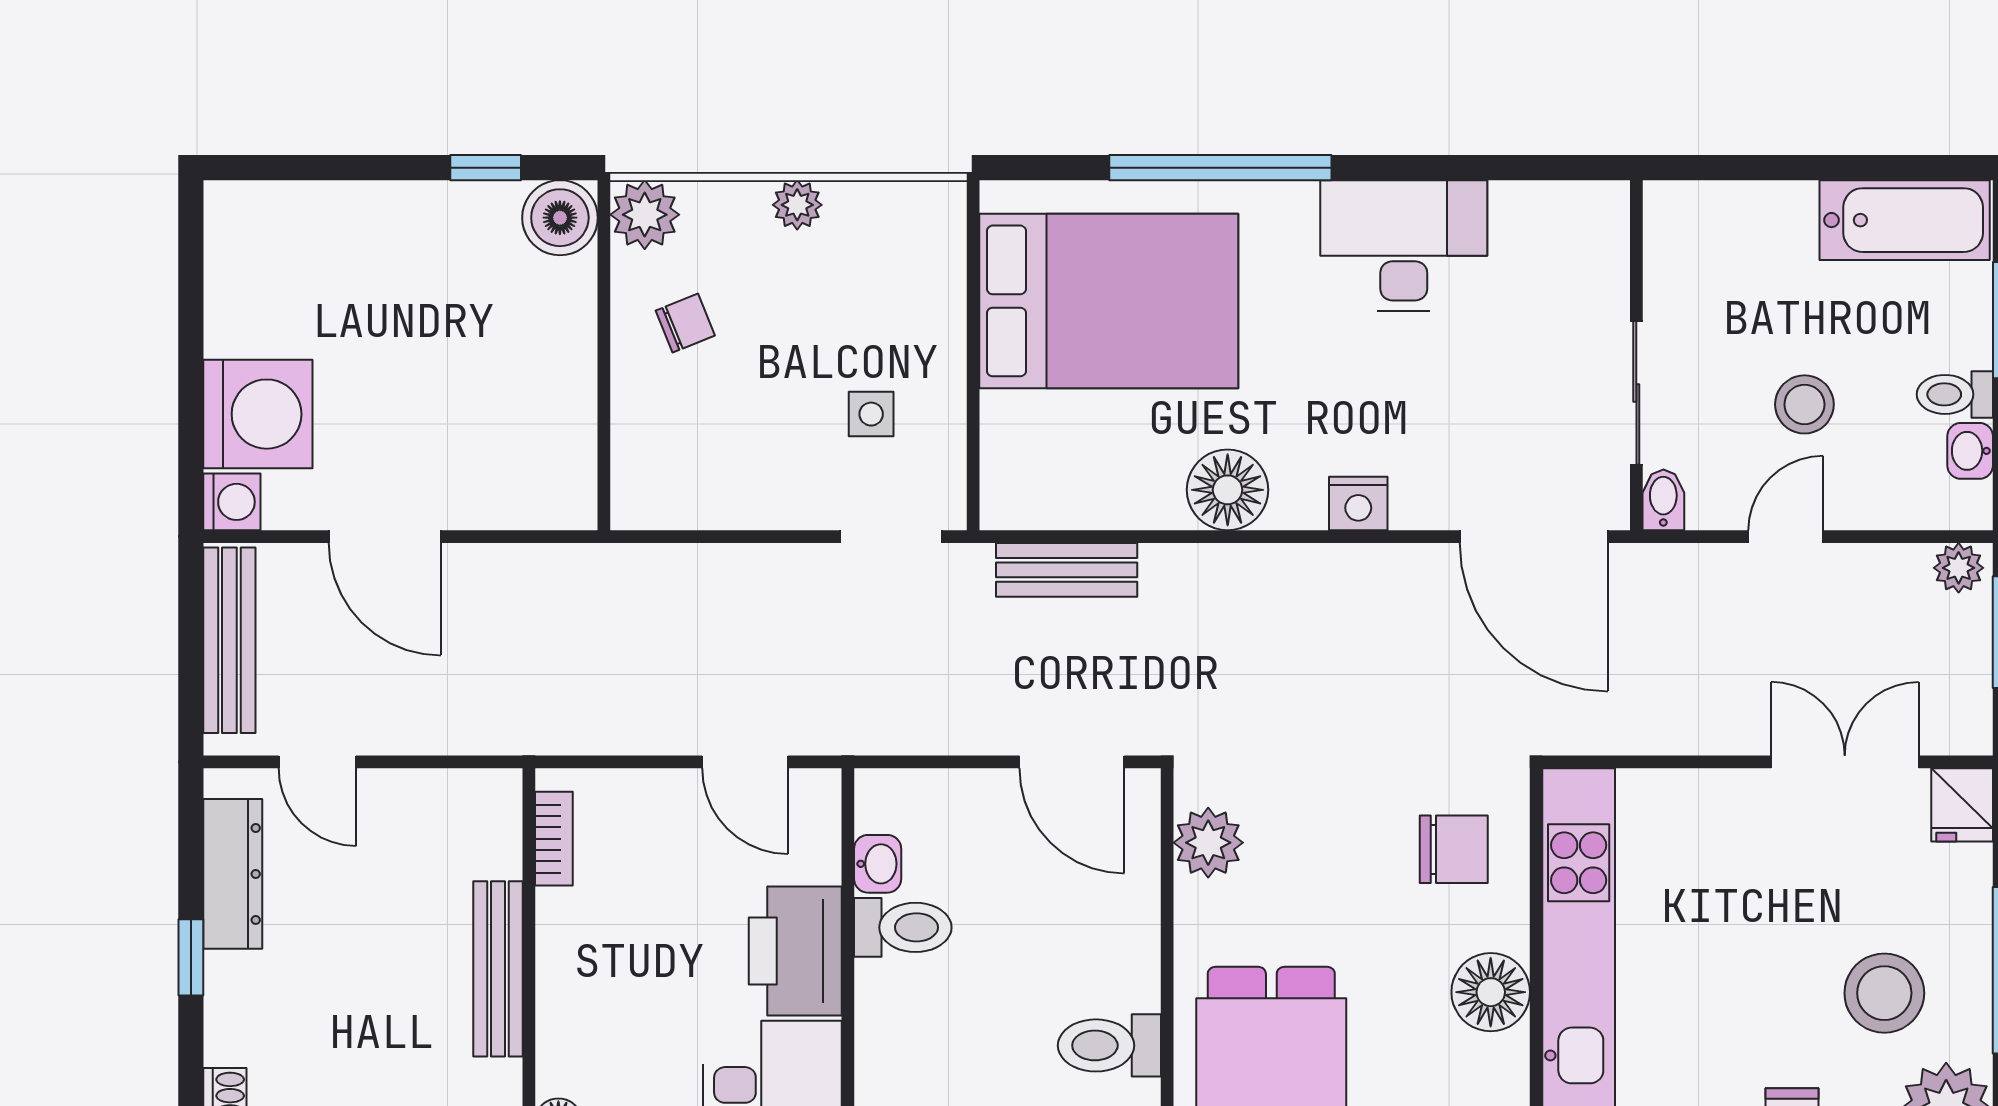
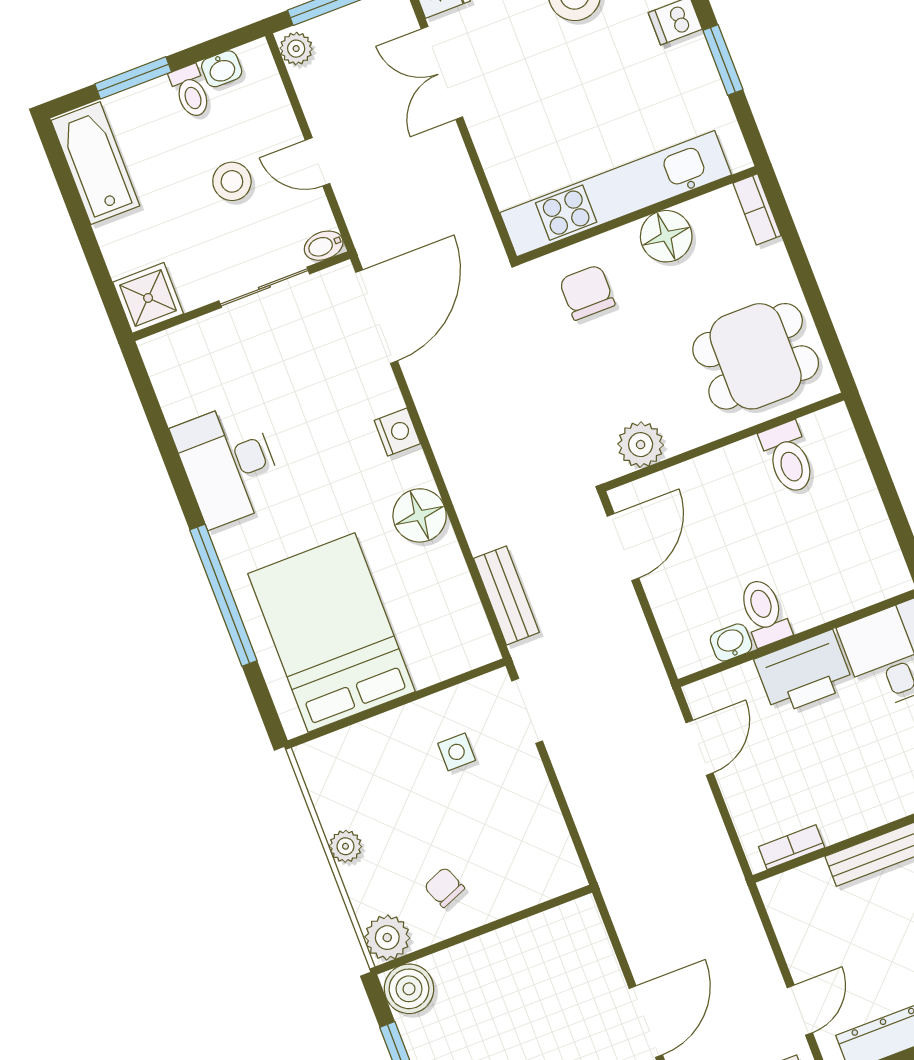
shower: (1684, 222) -> (148, 298), added

